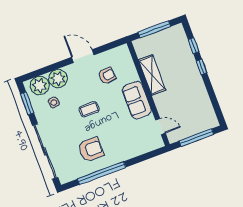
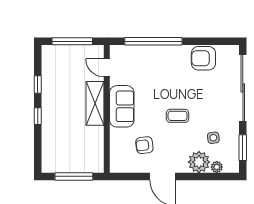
window: (194, 46) -> (38, 84), moved
shelving: (152, 75) -> (95, 103), moved
plant: (40, 86) -> (217, 167), width x0.53, depth x0.53
armchair: (91, 150) -> (203, 58), moved
window: (102, 173) -> (153, 41), moved

